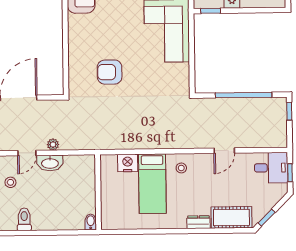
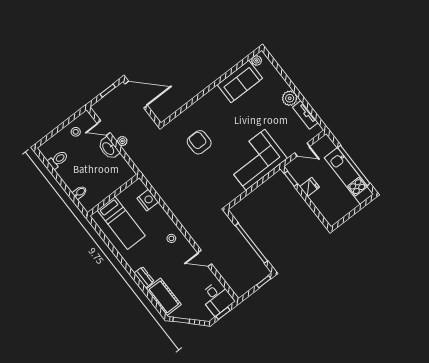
bed: (152, 184) -> (121, 223), moved, turned -90
bidet: (91, 222) -> (80, 192), moved

